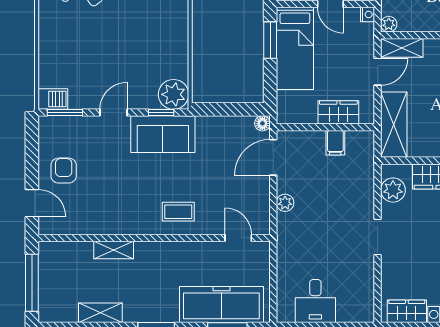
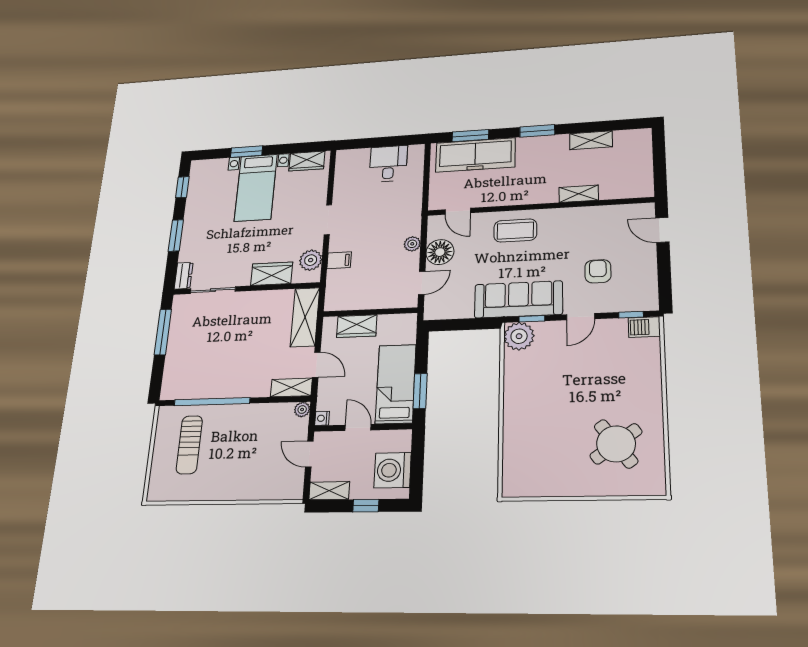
door: (378, 72) -> (316, 365), swing flipped
window: (65, 113) -> (631, 315), width x0.67
floor lamp: (262, 123) -> (440, 252), moved, width x1.89, depth x1.89
sofa: (163, 134) -> (518, 299), width x1.36
filing cabinet: (335, 143) -> (339, 260), moved, turned 90
door: (273, 157) -> (422, 283), width x0.73
armchair: (64, 171) -> (598, 271), moved, turned 180
coffee table: (178, 212) -> (515, 231), width x1.36, depth x1.30
window: (32, 283) -> (659, 161), removed

